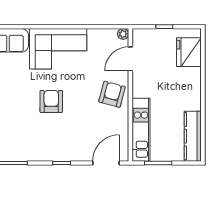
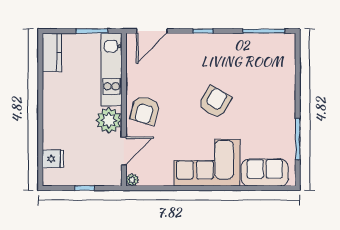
fridge: (189, 52) -> (53, 159), width x0.53, depth x0.75
plant: (143, 86) -> (109, 120), added
armchair: (51, 101) -> (215, 102), turned -150
kitchen counter: (193, 136) -> (52, 52), width x0.67

